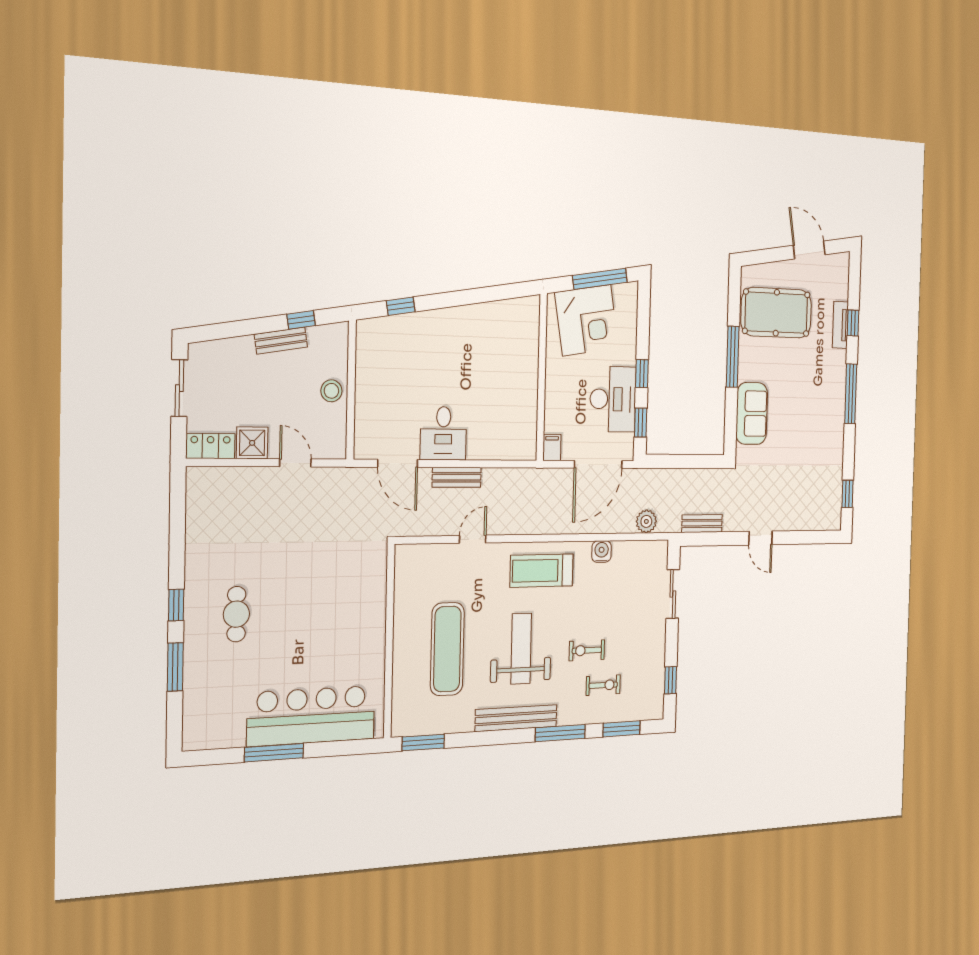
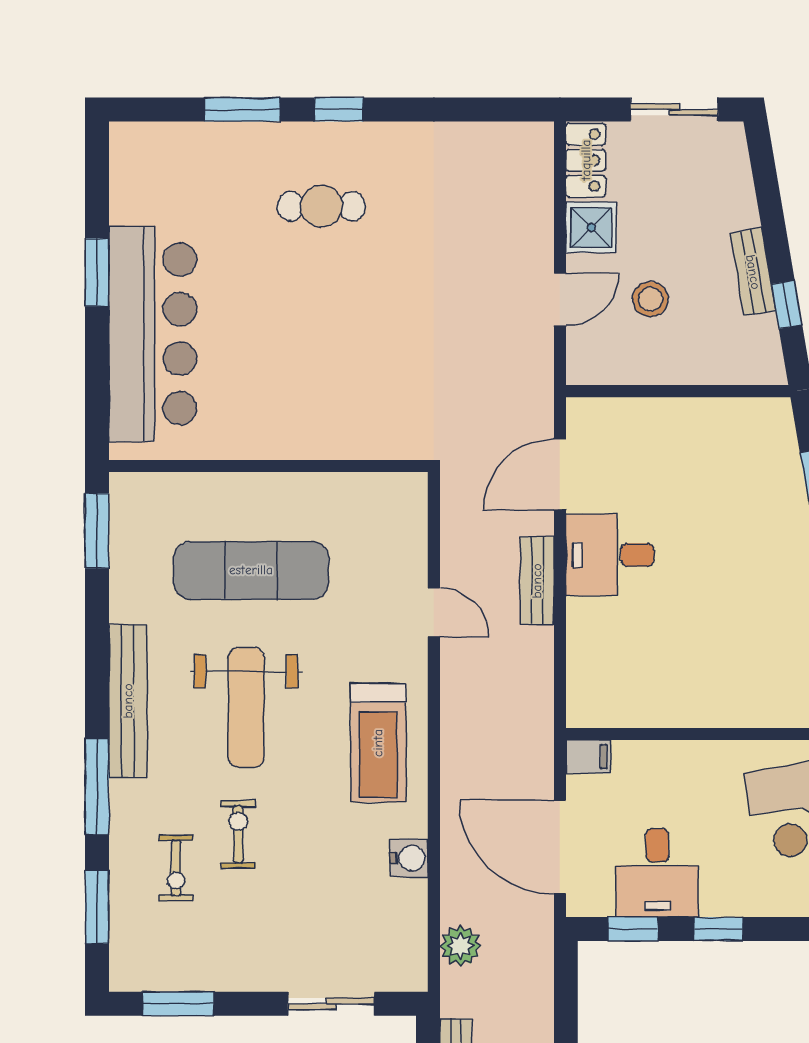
stool: (331, 391) -> (650, 299), moved
desk: (613, 399) -> (657, 873), width x0.73
treadmill: (542, 571) -> (378, 743), turned 180
weight bench: (521, 649) -> (246, 707), turned 90
window: (670, 680) -> (178, 1004), width x1.50
window: (274, 753) -> (97, 272), width x0.69

